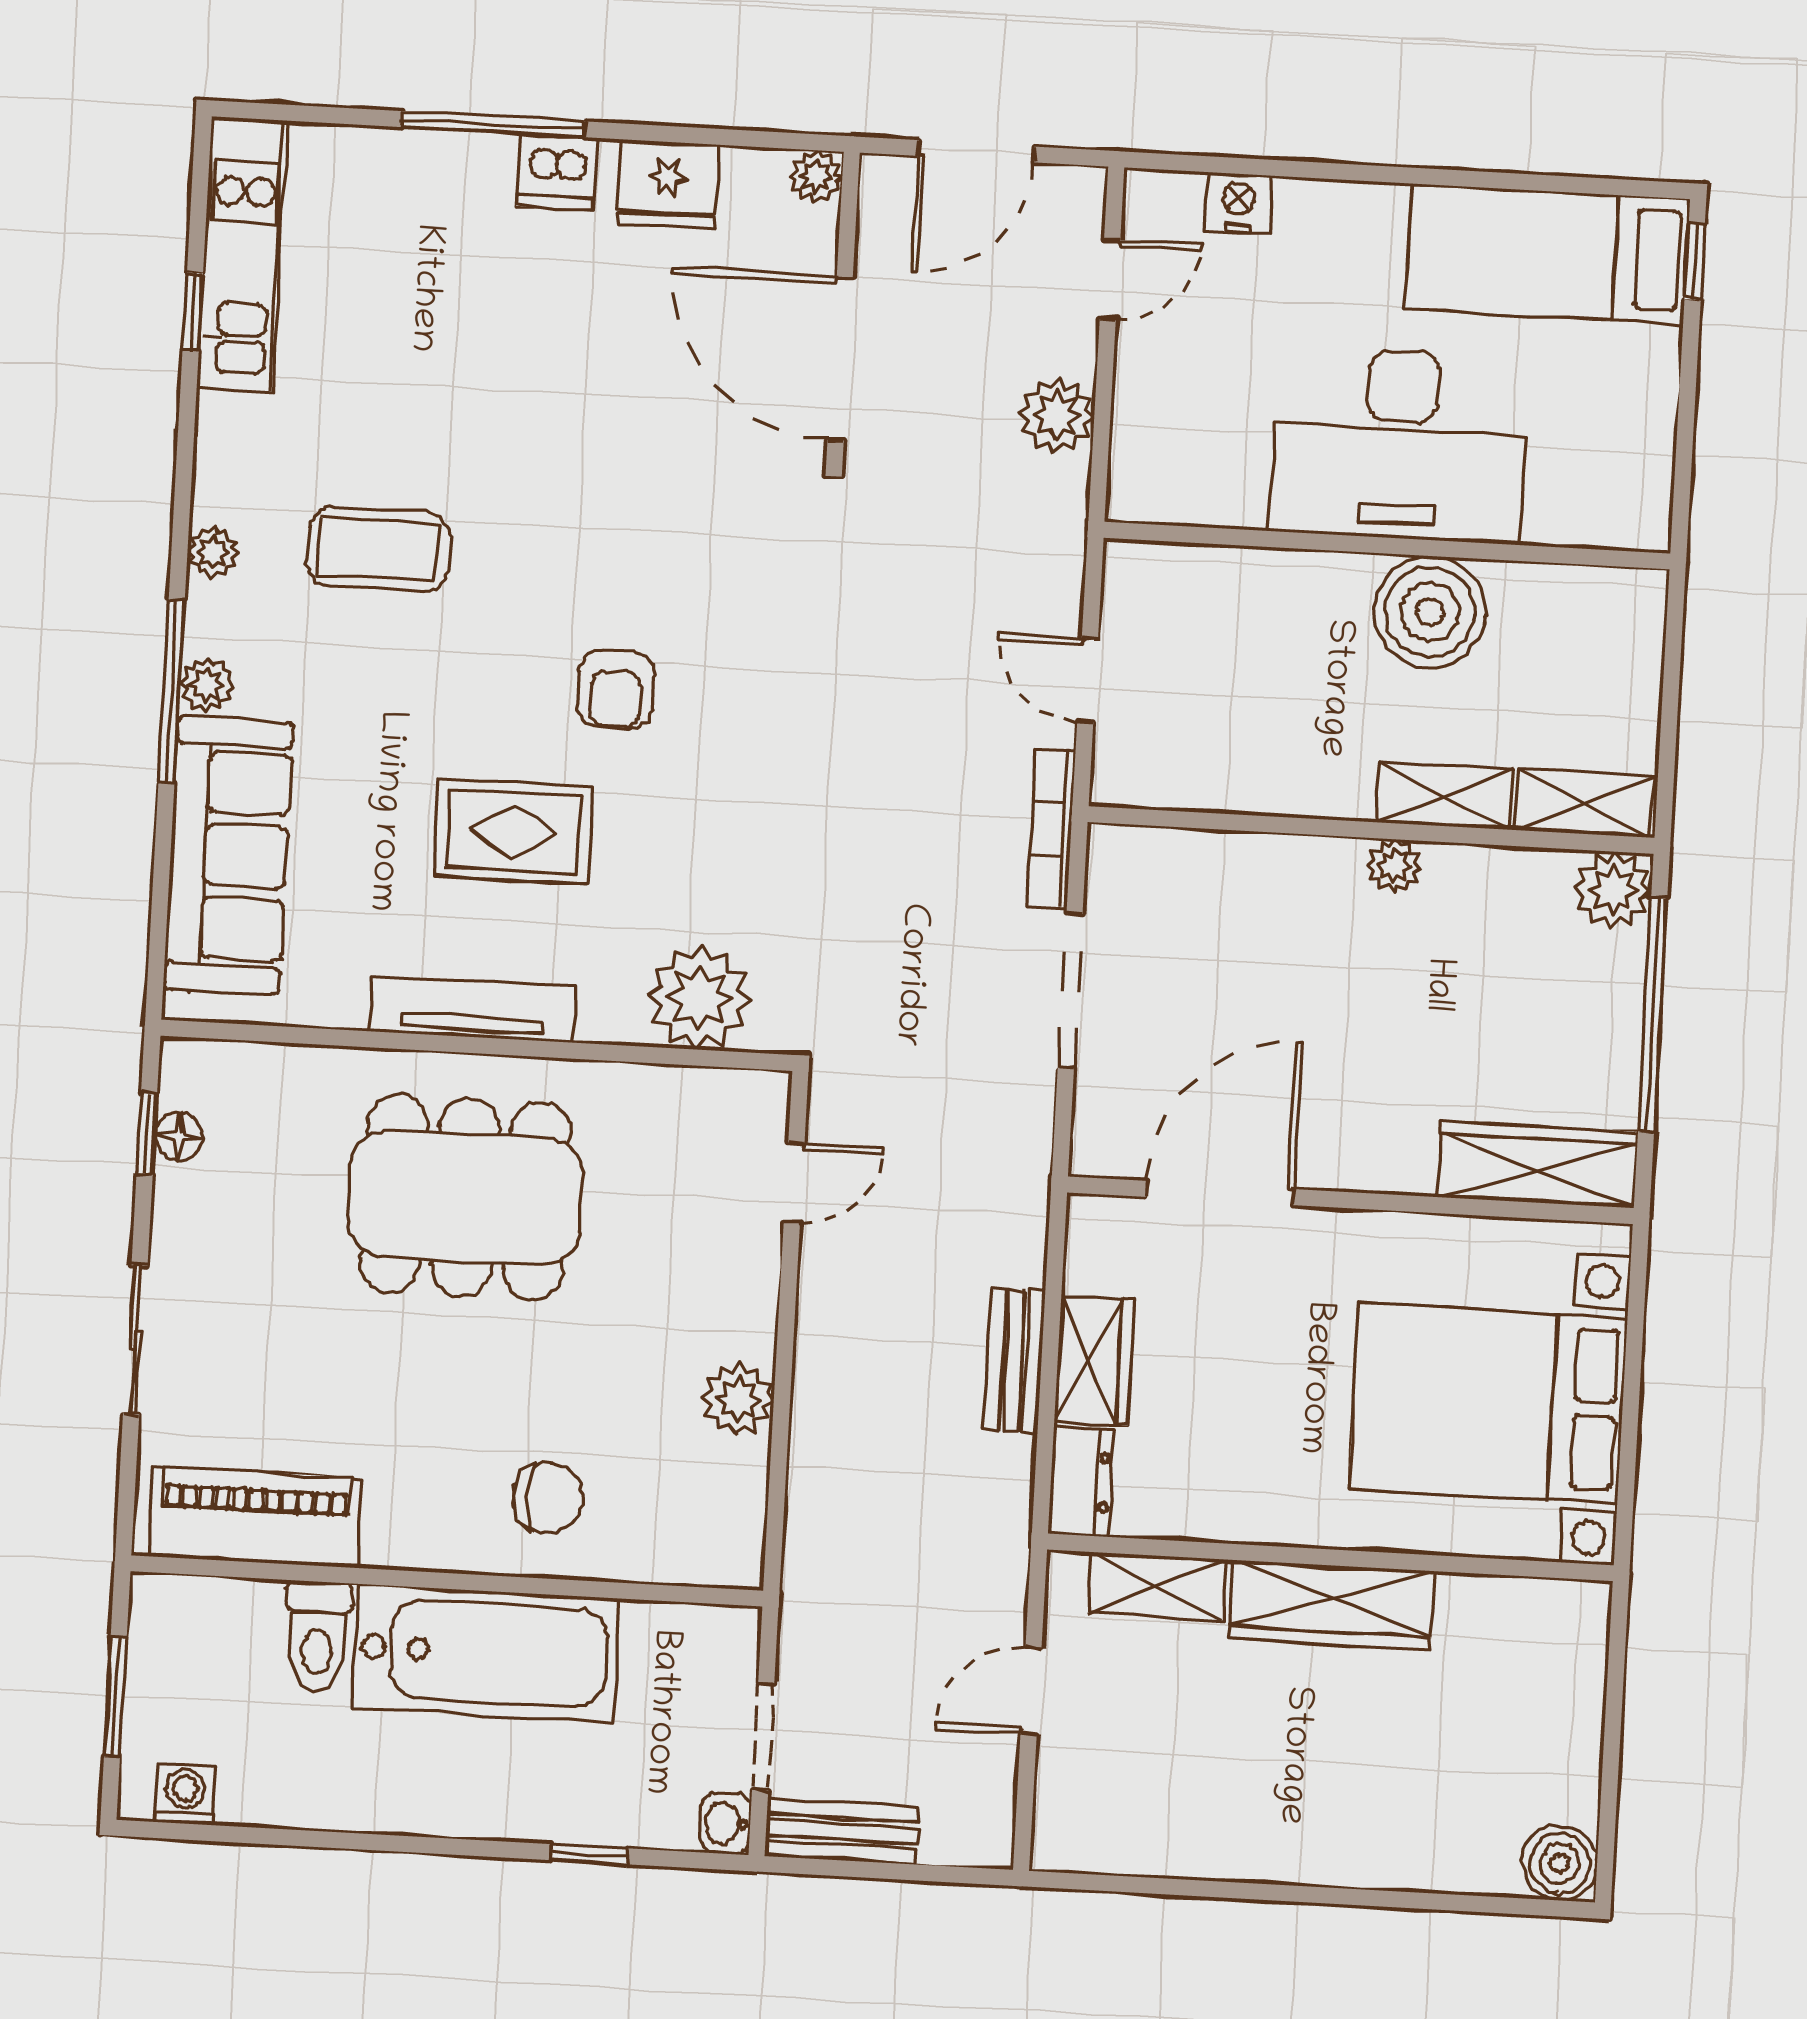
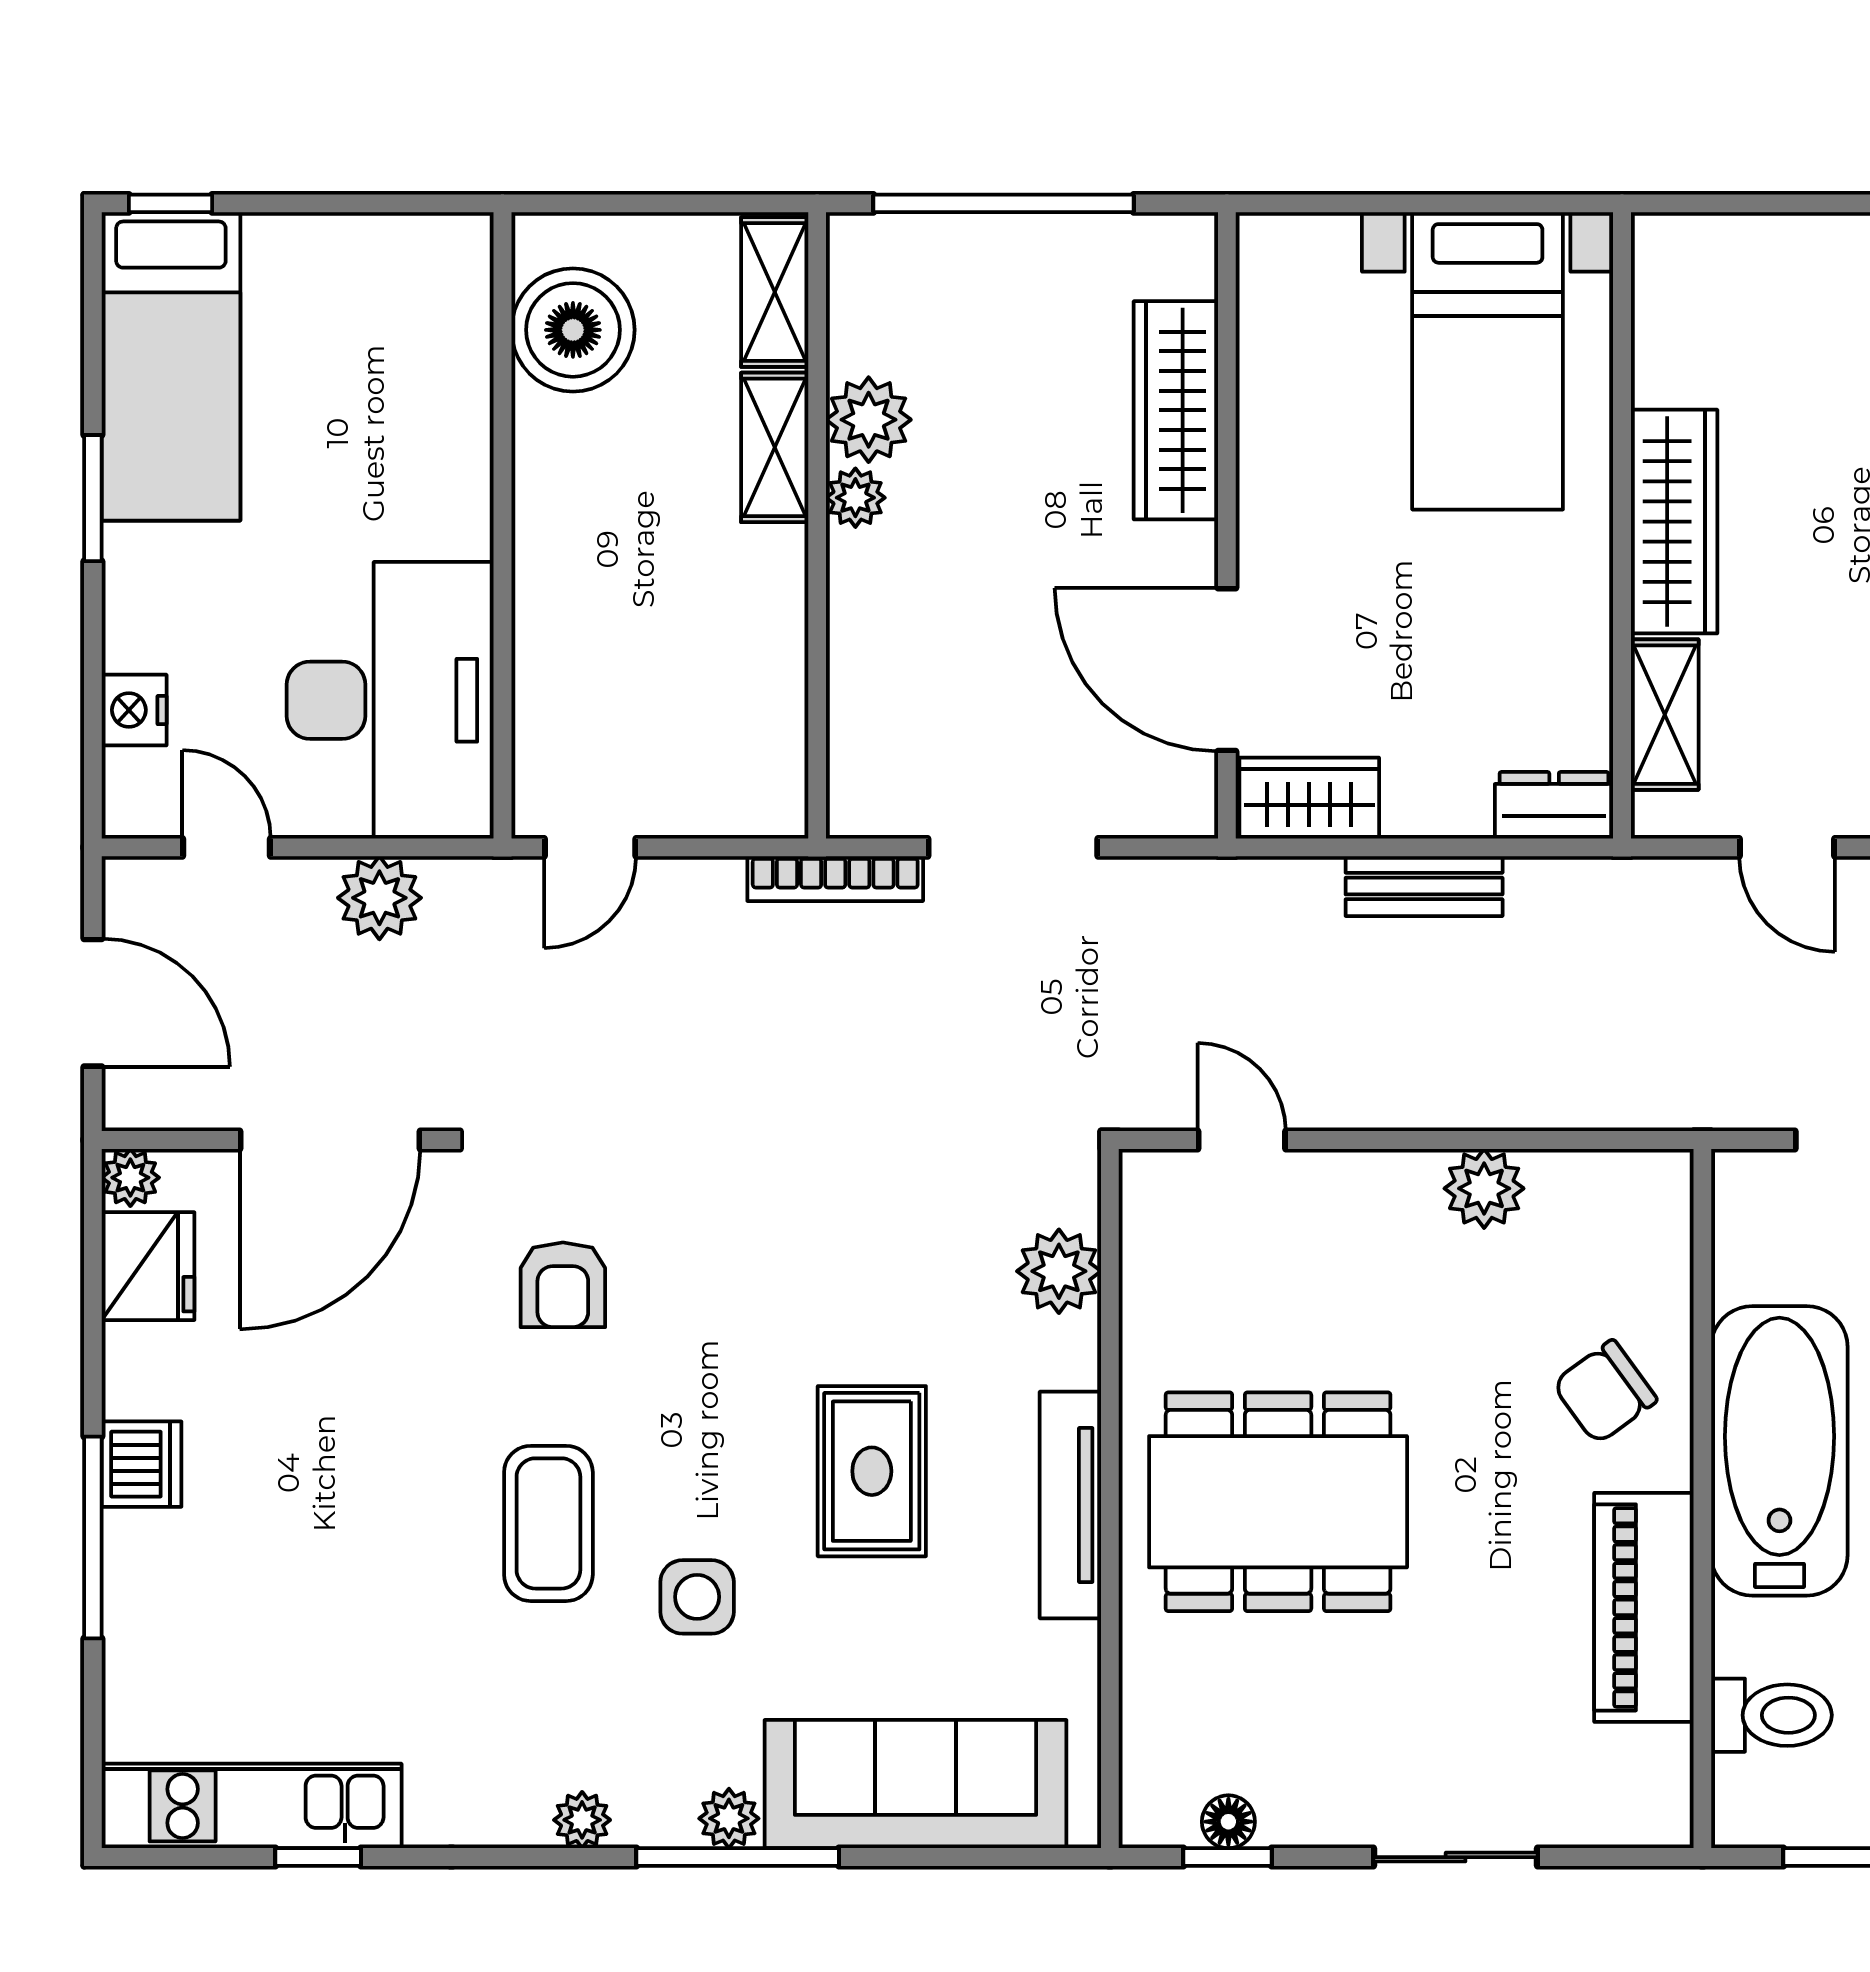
window: (1432, 177) -> (93, 498), added
fridge: (667, 184) -> (148, 1266), moved
desk: (1400, 445) -> (390, 700), moved
coffee table: (378, 549) -> (548, 1523), moved
boiler: (1430, 612) -> (573, 330), moved
side table: (409, 667) -> (697, 1597), added
door: (1088, 680) -> (590, 847), moved
armchair: (616, 690) -> (563, 1285), moved, turned 90
plant: (1613, 890) -> (869, 420), moved
plant: (699, 998) -> (1059, 1271), width x0.73, depth x0.73
wardrobe: (1537, 1165) -> (1176, 410), moved
dining table: (465, 1197) -> (1278, 1502), turned 90
wardrobe: (1094, 1360) -> (1309, 798), moved
bed with nightstands: (1488, 1403) -> (1488, 361), width x0.73
chair: (548, 1498) -> (1605, 1392), turned -126
piano: (255, 1517) -> (1644, 1607), moved
toilet: (317, 1636) -> (1772, 1715), moved

